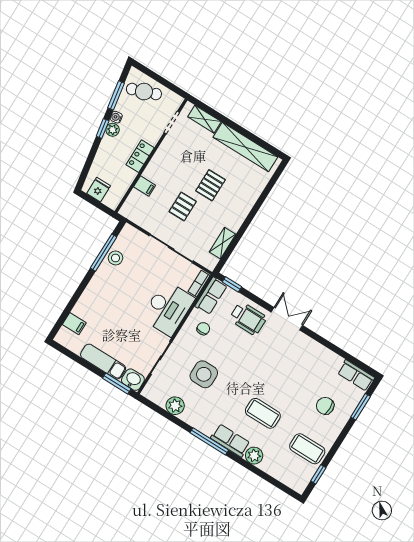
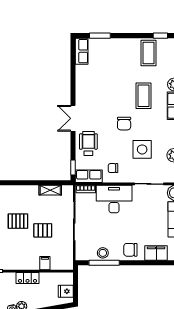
chair: (100, 291) -> (130, 250), added
filing cabinet: (74, 324) -> (156, 253), width x2.00
chair: (325, 406) -> (124, 124), moved

